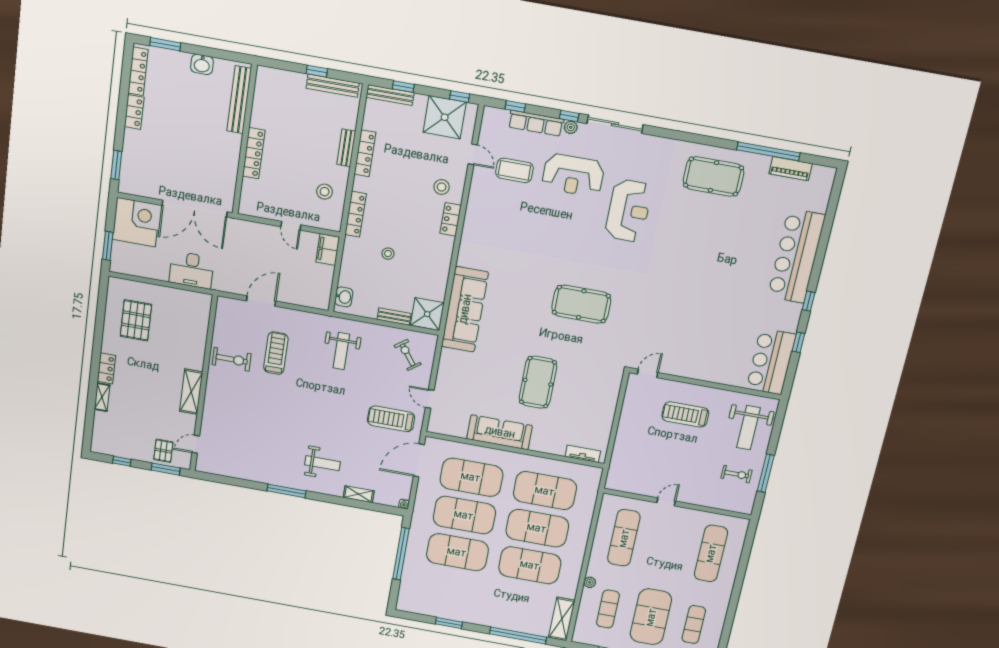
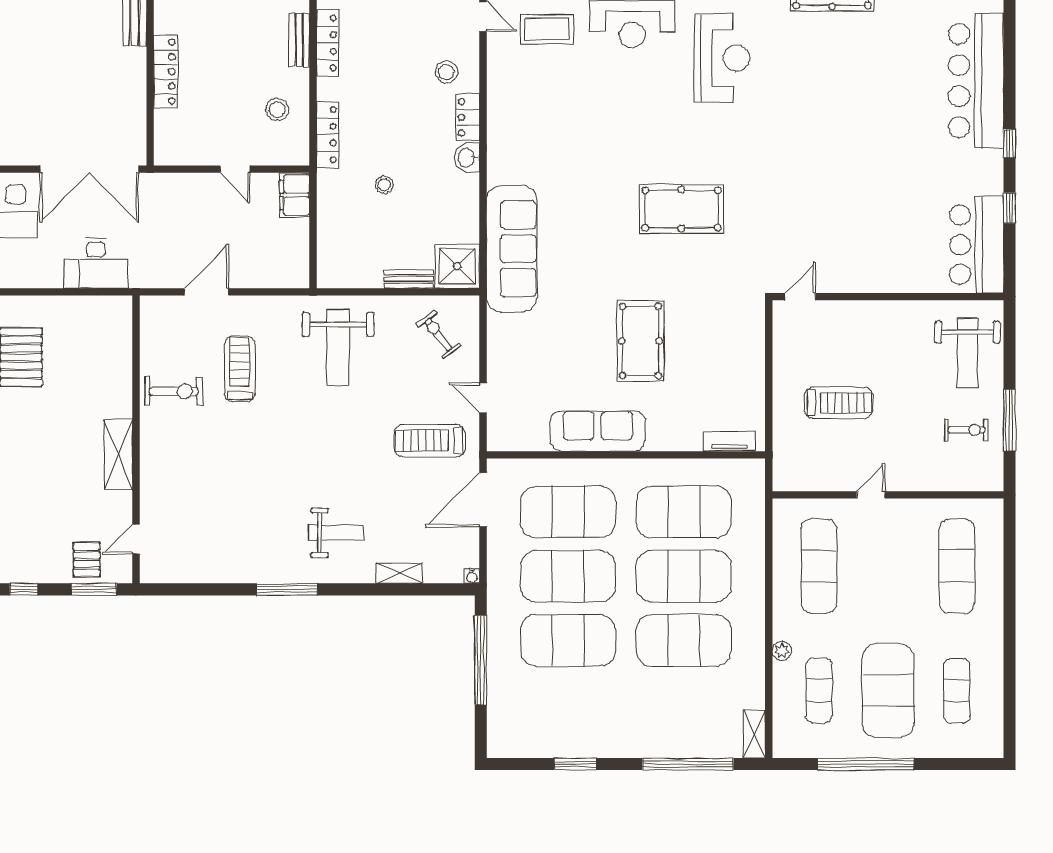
washbasin: (344, 297) -> (467, 158), moved, turned 180
weight bench: (341, 351) -> (338, 348), width x1.36, depth x1.33
treadmill: (685, 414) -> (839, 403), moved, turned 180
shelving: (562, 619) -> (754, 734), width x0.67, depth x0.75

